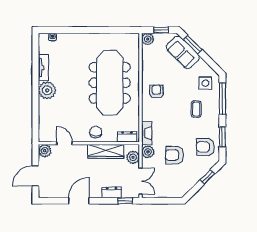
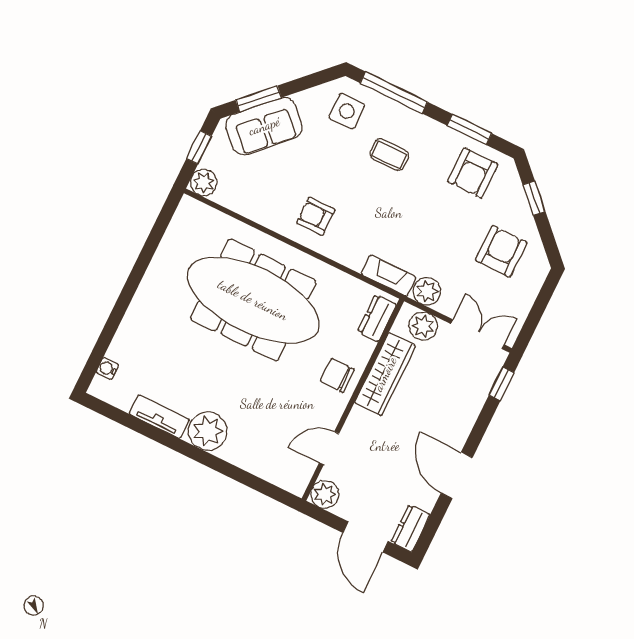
armchair: (175, 155) -> (501, 251), moved, turned 180
dresser: (112, 192) -> (410, 528), moved

